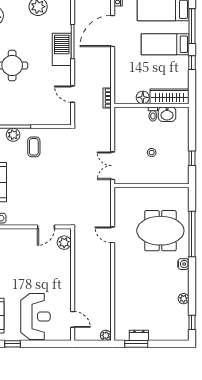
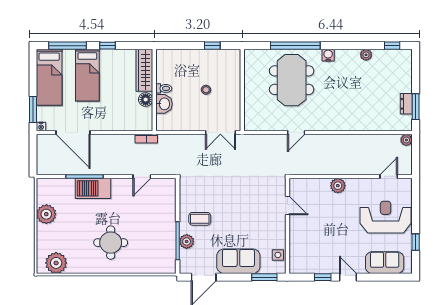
washbasin: (167, 114) -> (164, 104), moved
plant: (64, 243) -> (338, 186), moved

